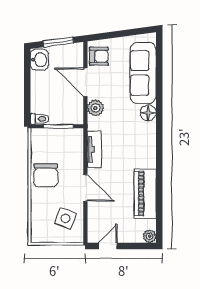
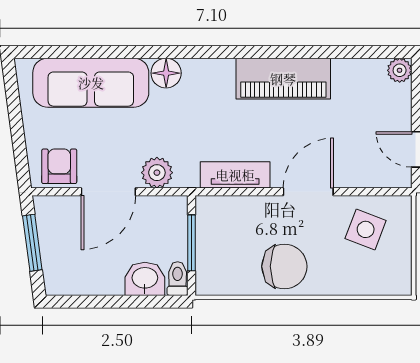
washbasin: (39, 60) -> (145, 279), moved
piano: (145, 194) -> (283, 79), moved

